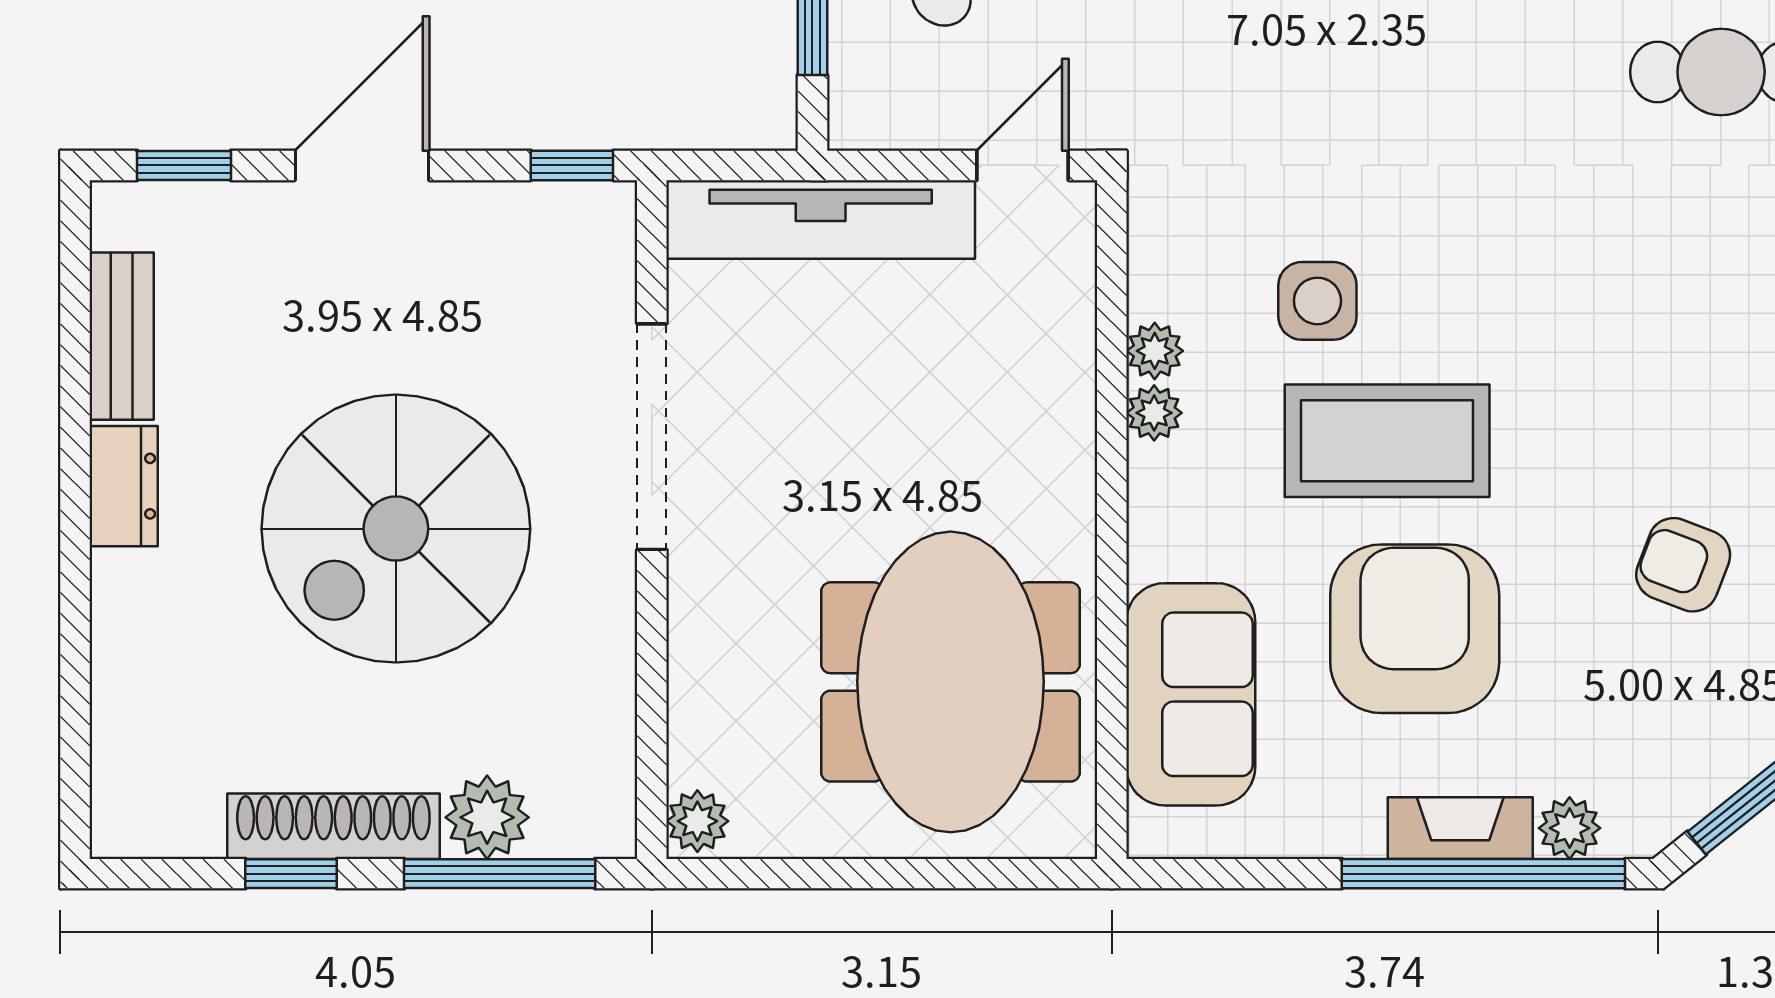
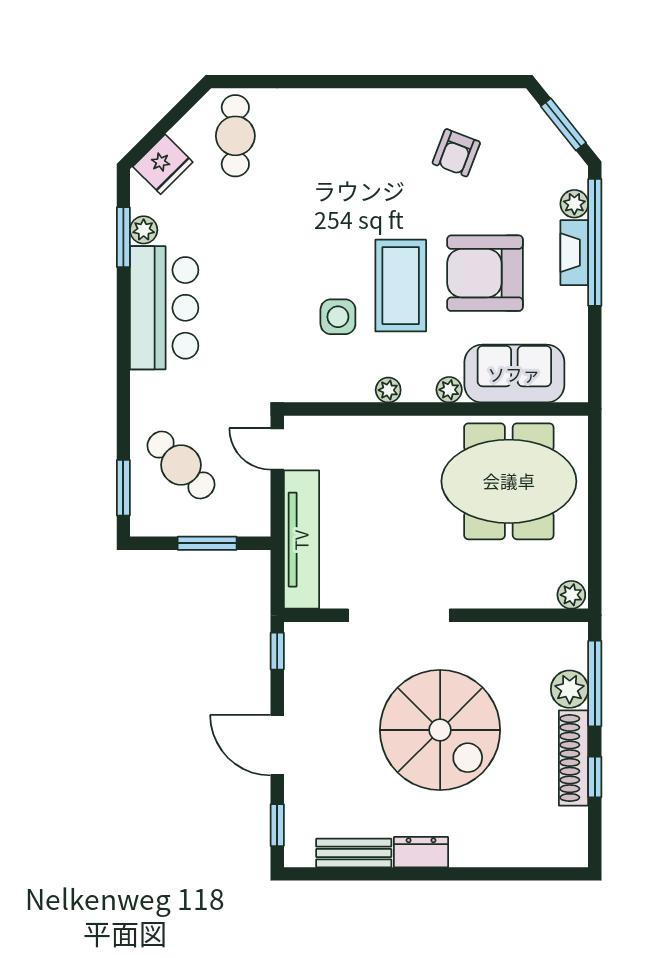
plant: (1155, 351) -> (449, 390), moved

